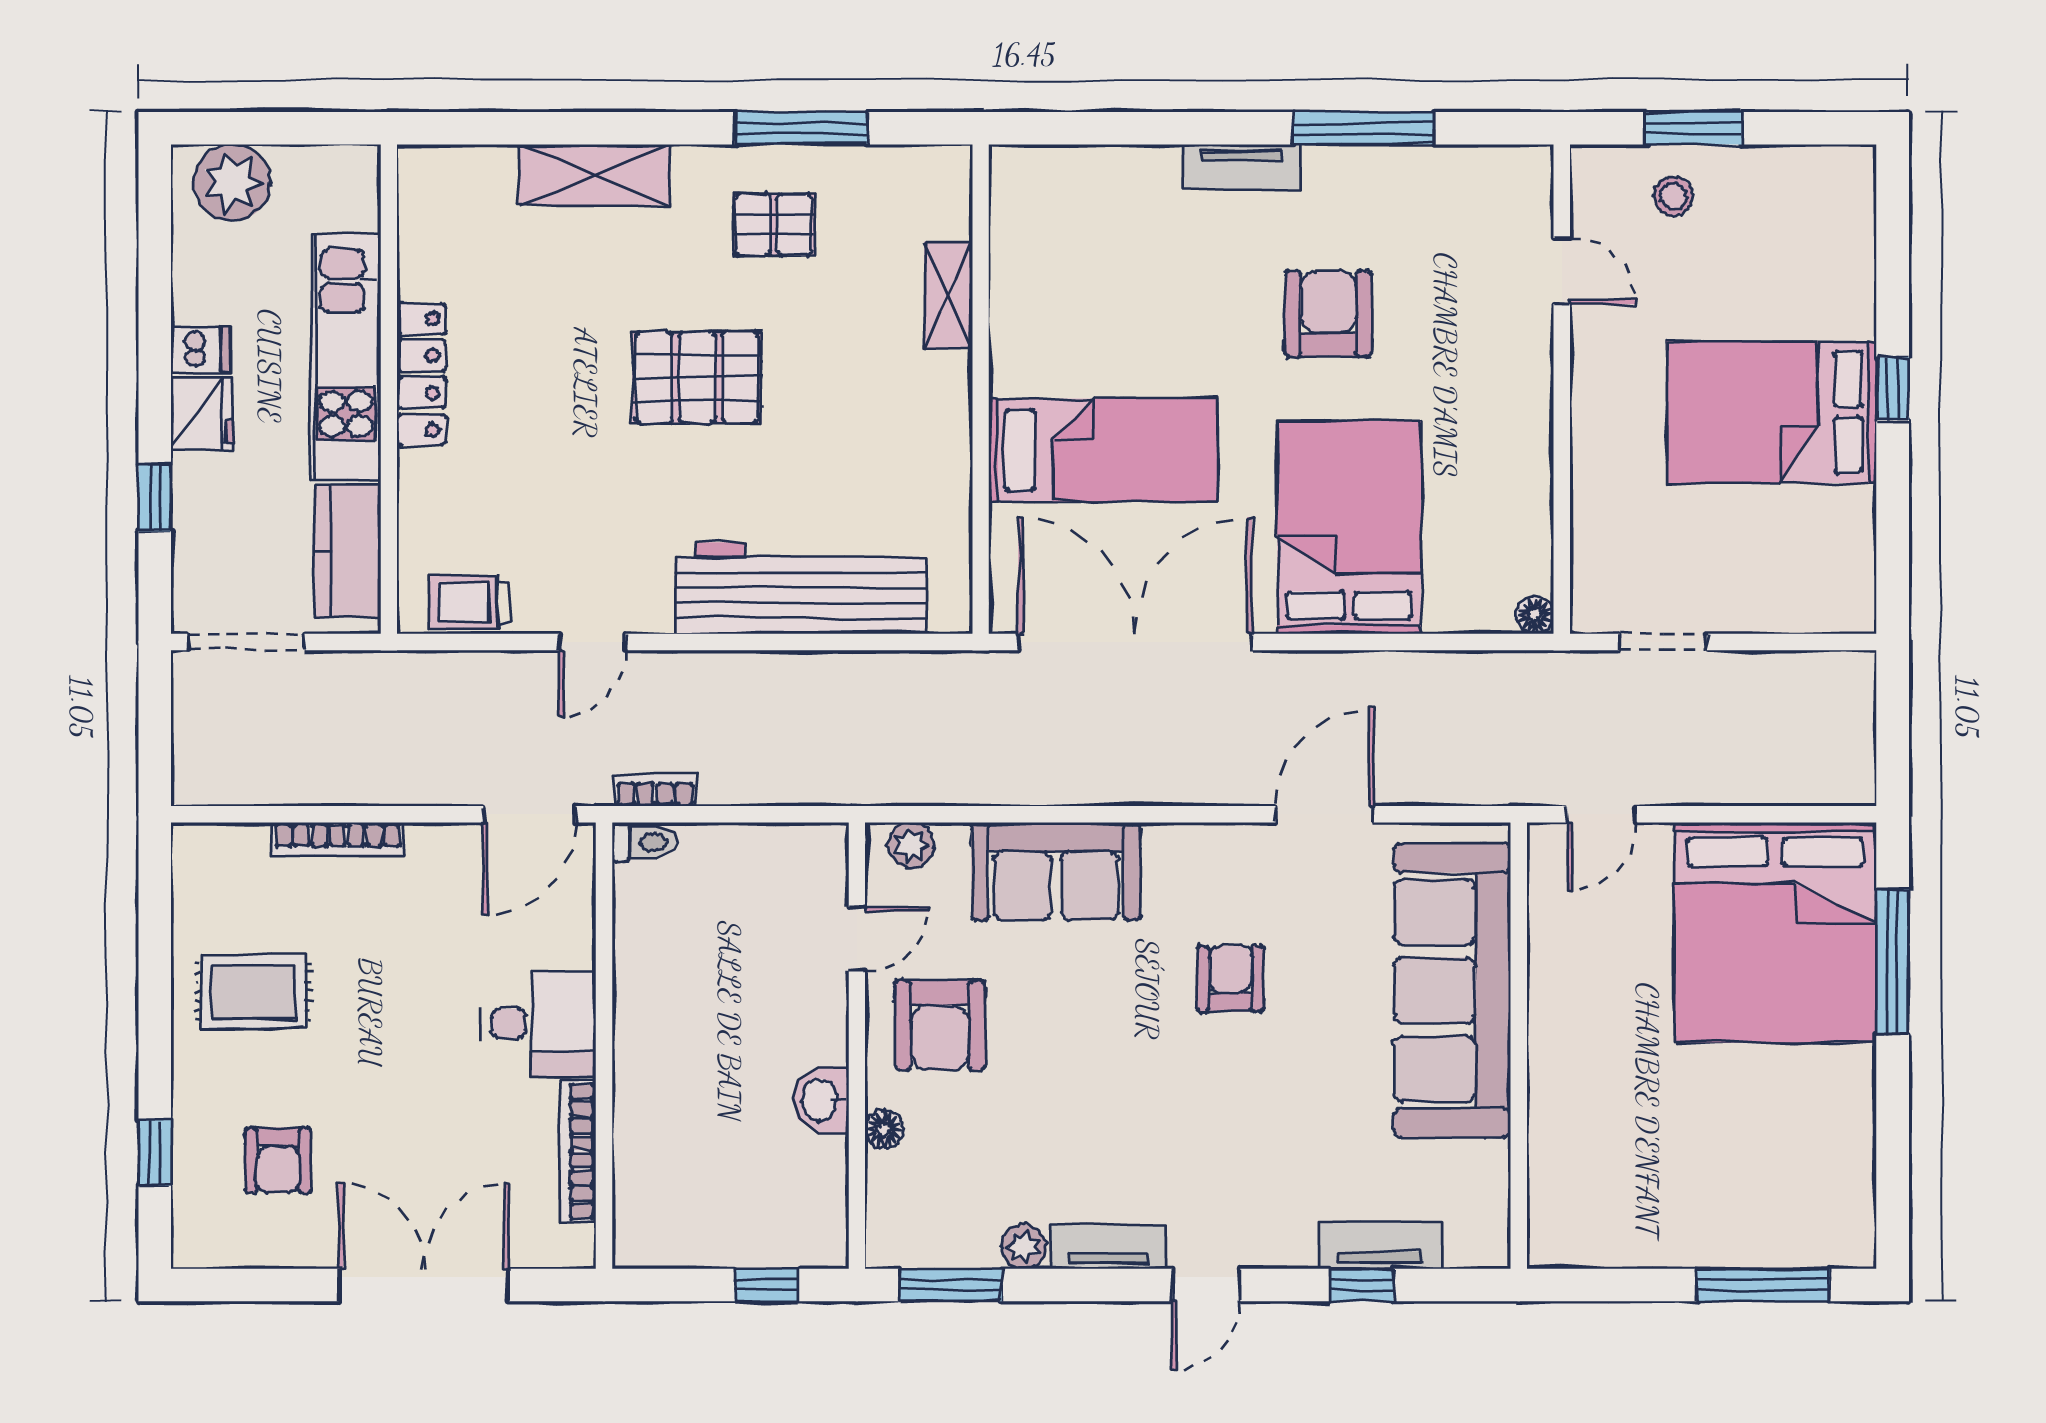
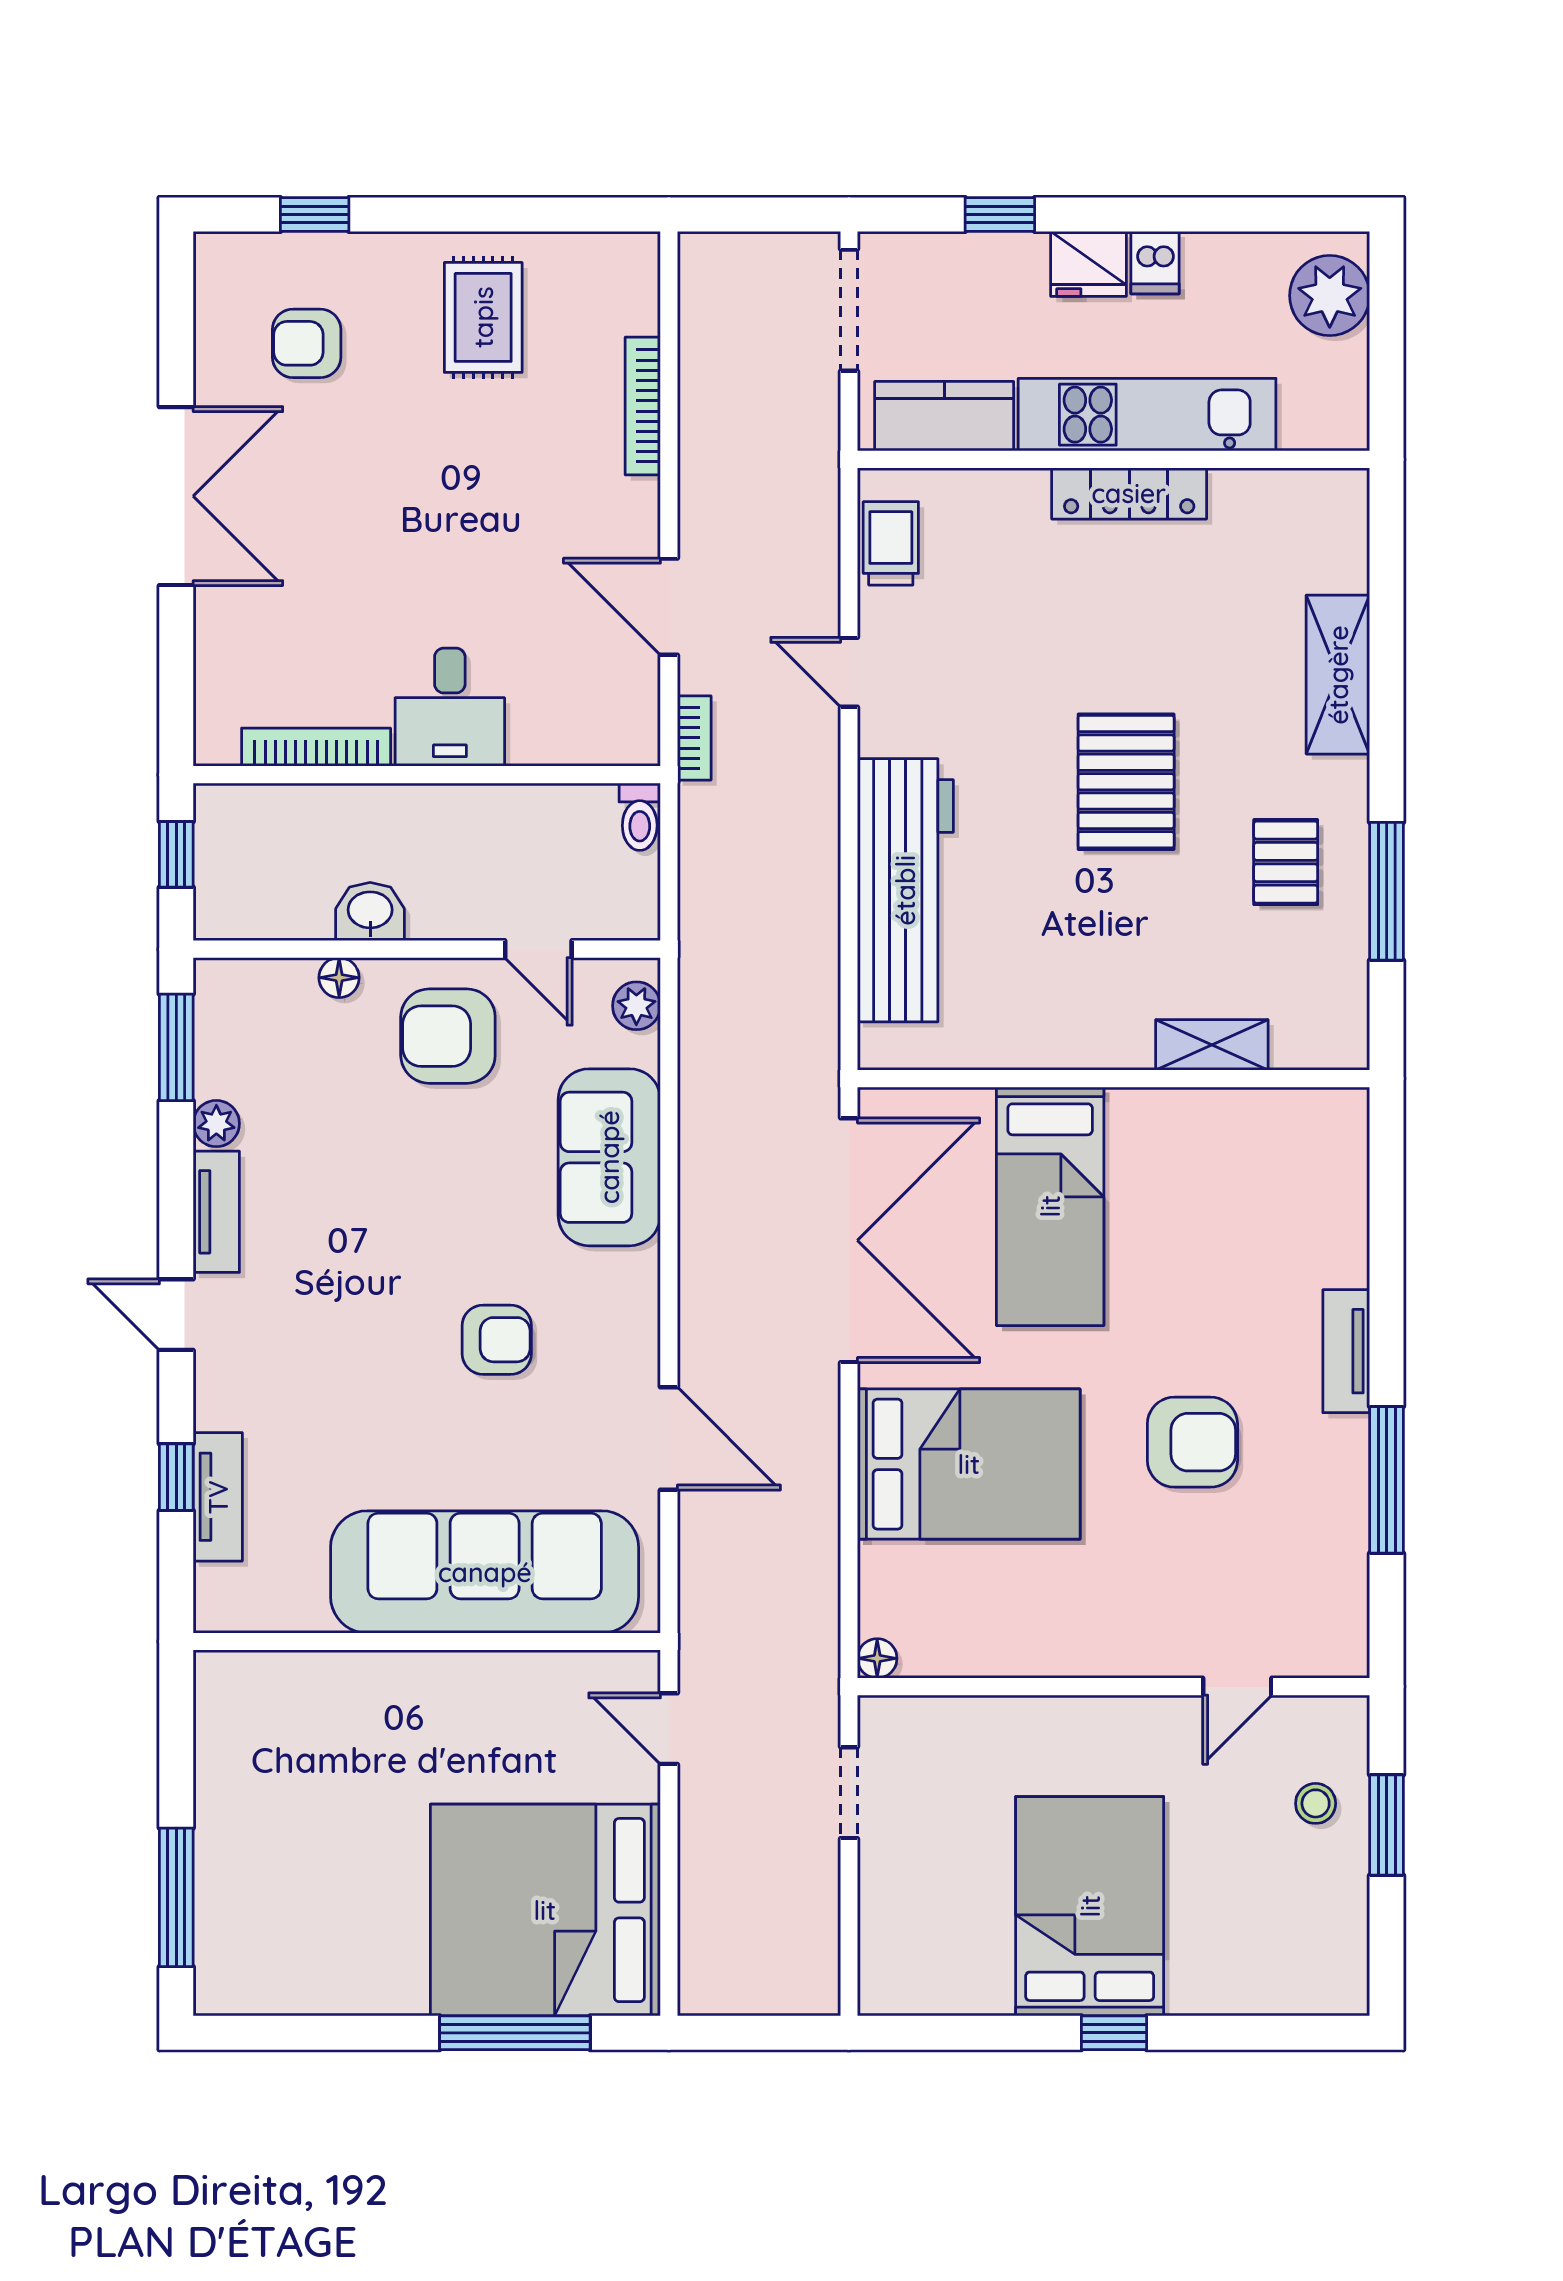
toilet: (644, 842) -> (640, 817), moved
desk: (540, 1024) -> (450, 707), moved
wall: (604, 1046) -> (427, 775), moved
bookcase: (578, 1151) -> (316, 747), moved

